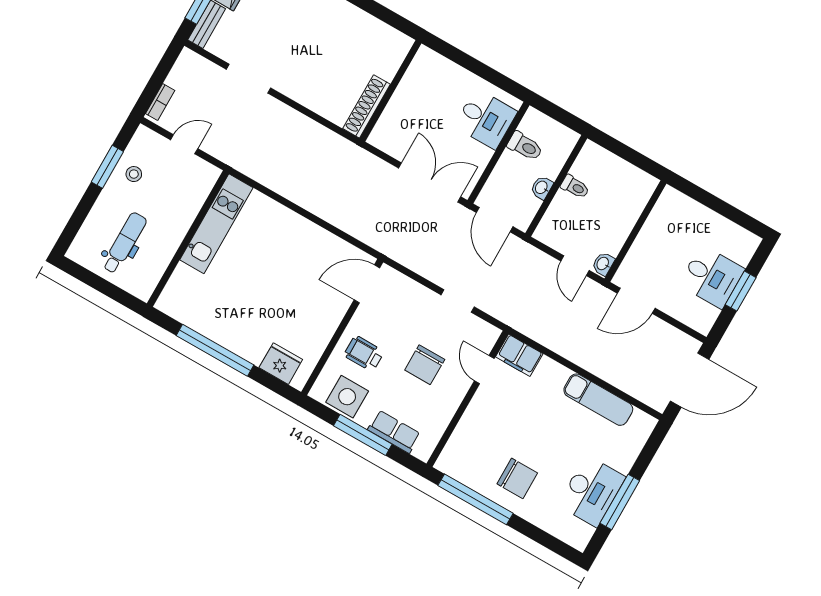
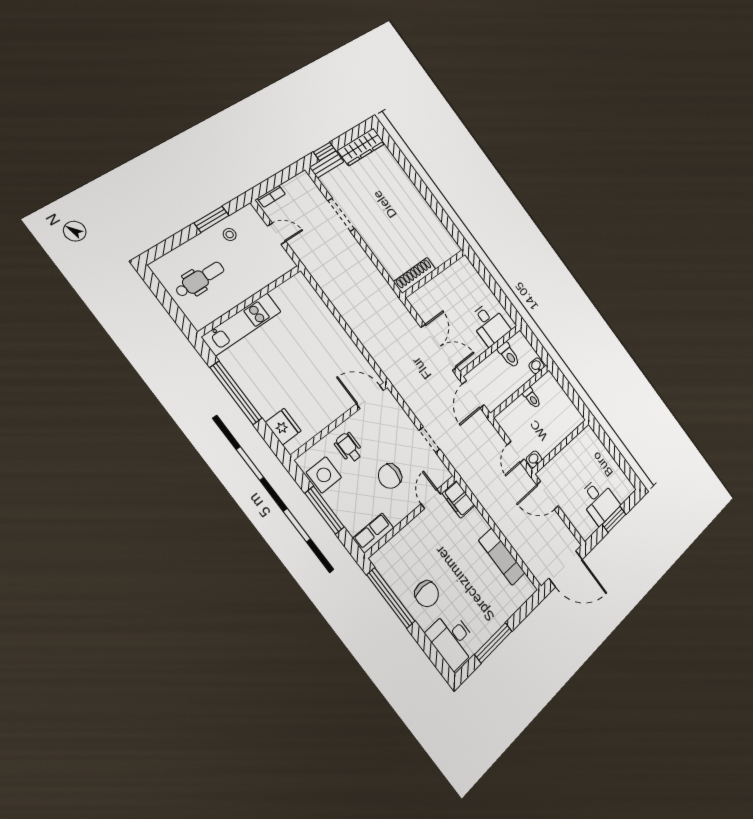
washbasin: (542, 188) -> (536, 366), moved
kitchen unit: (216, 224) -> (242, 324), moved
row of seats: (394, 432) -> (373, 533), moved, turned -90
desk: (592, 491) -> (452, 640), moved, turned 90

